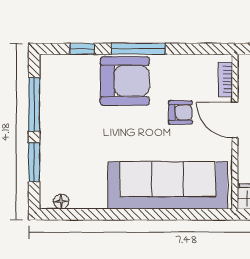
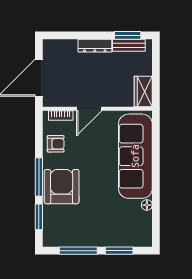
window: (82, 49) -> (39, 217), width x1.50
armchair: (180, 112) -> (56, 144), moved, turned 90
floor lamp: (61, 201) -> (147, 205), moved

